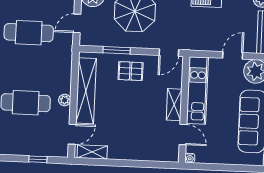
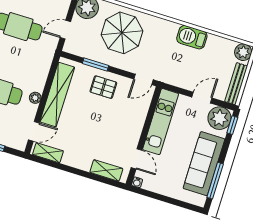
shelving: (174, 105) -> (106, 170), moved, turned 90

